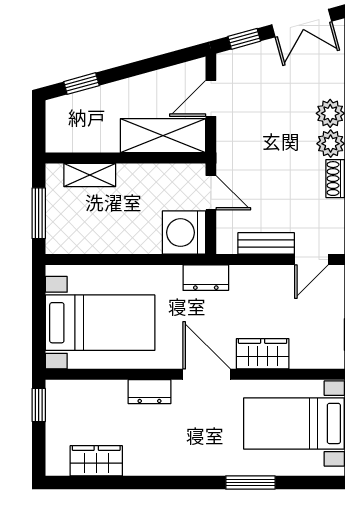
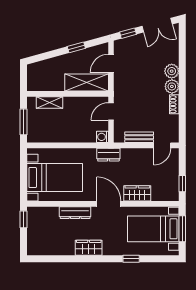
window: (81, 84) -> (76, 47), moved
door: (211, 193) -> (111, 112), swing flipped
washing machine: (184, 233) -> (102, 137), width x0.53, depth x0.53
dresser: (149, 392) -> (75, 213), width x1.44
wardrobe: (96, 461) -> (89, 248), moved
window: (250, 482) -> (131, 259), width x0.67

